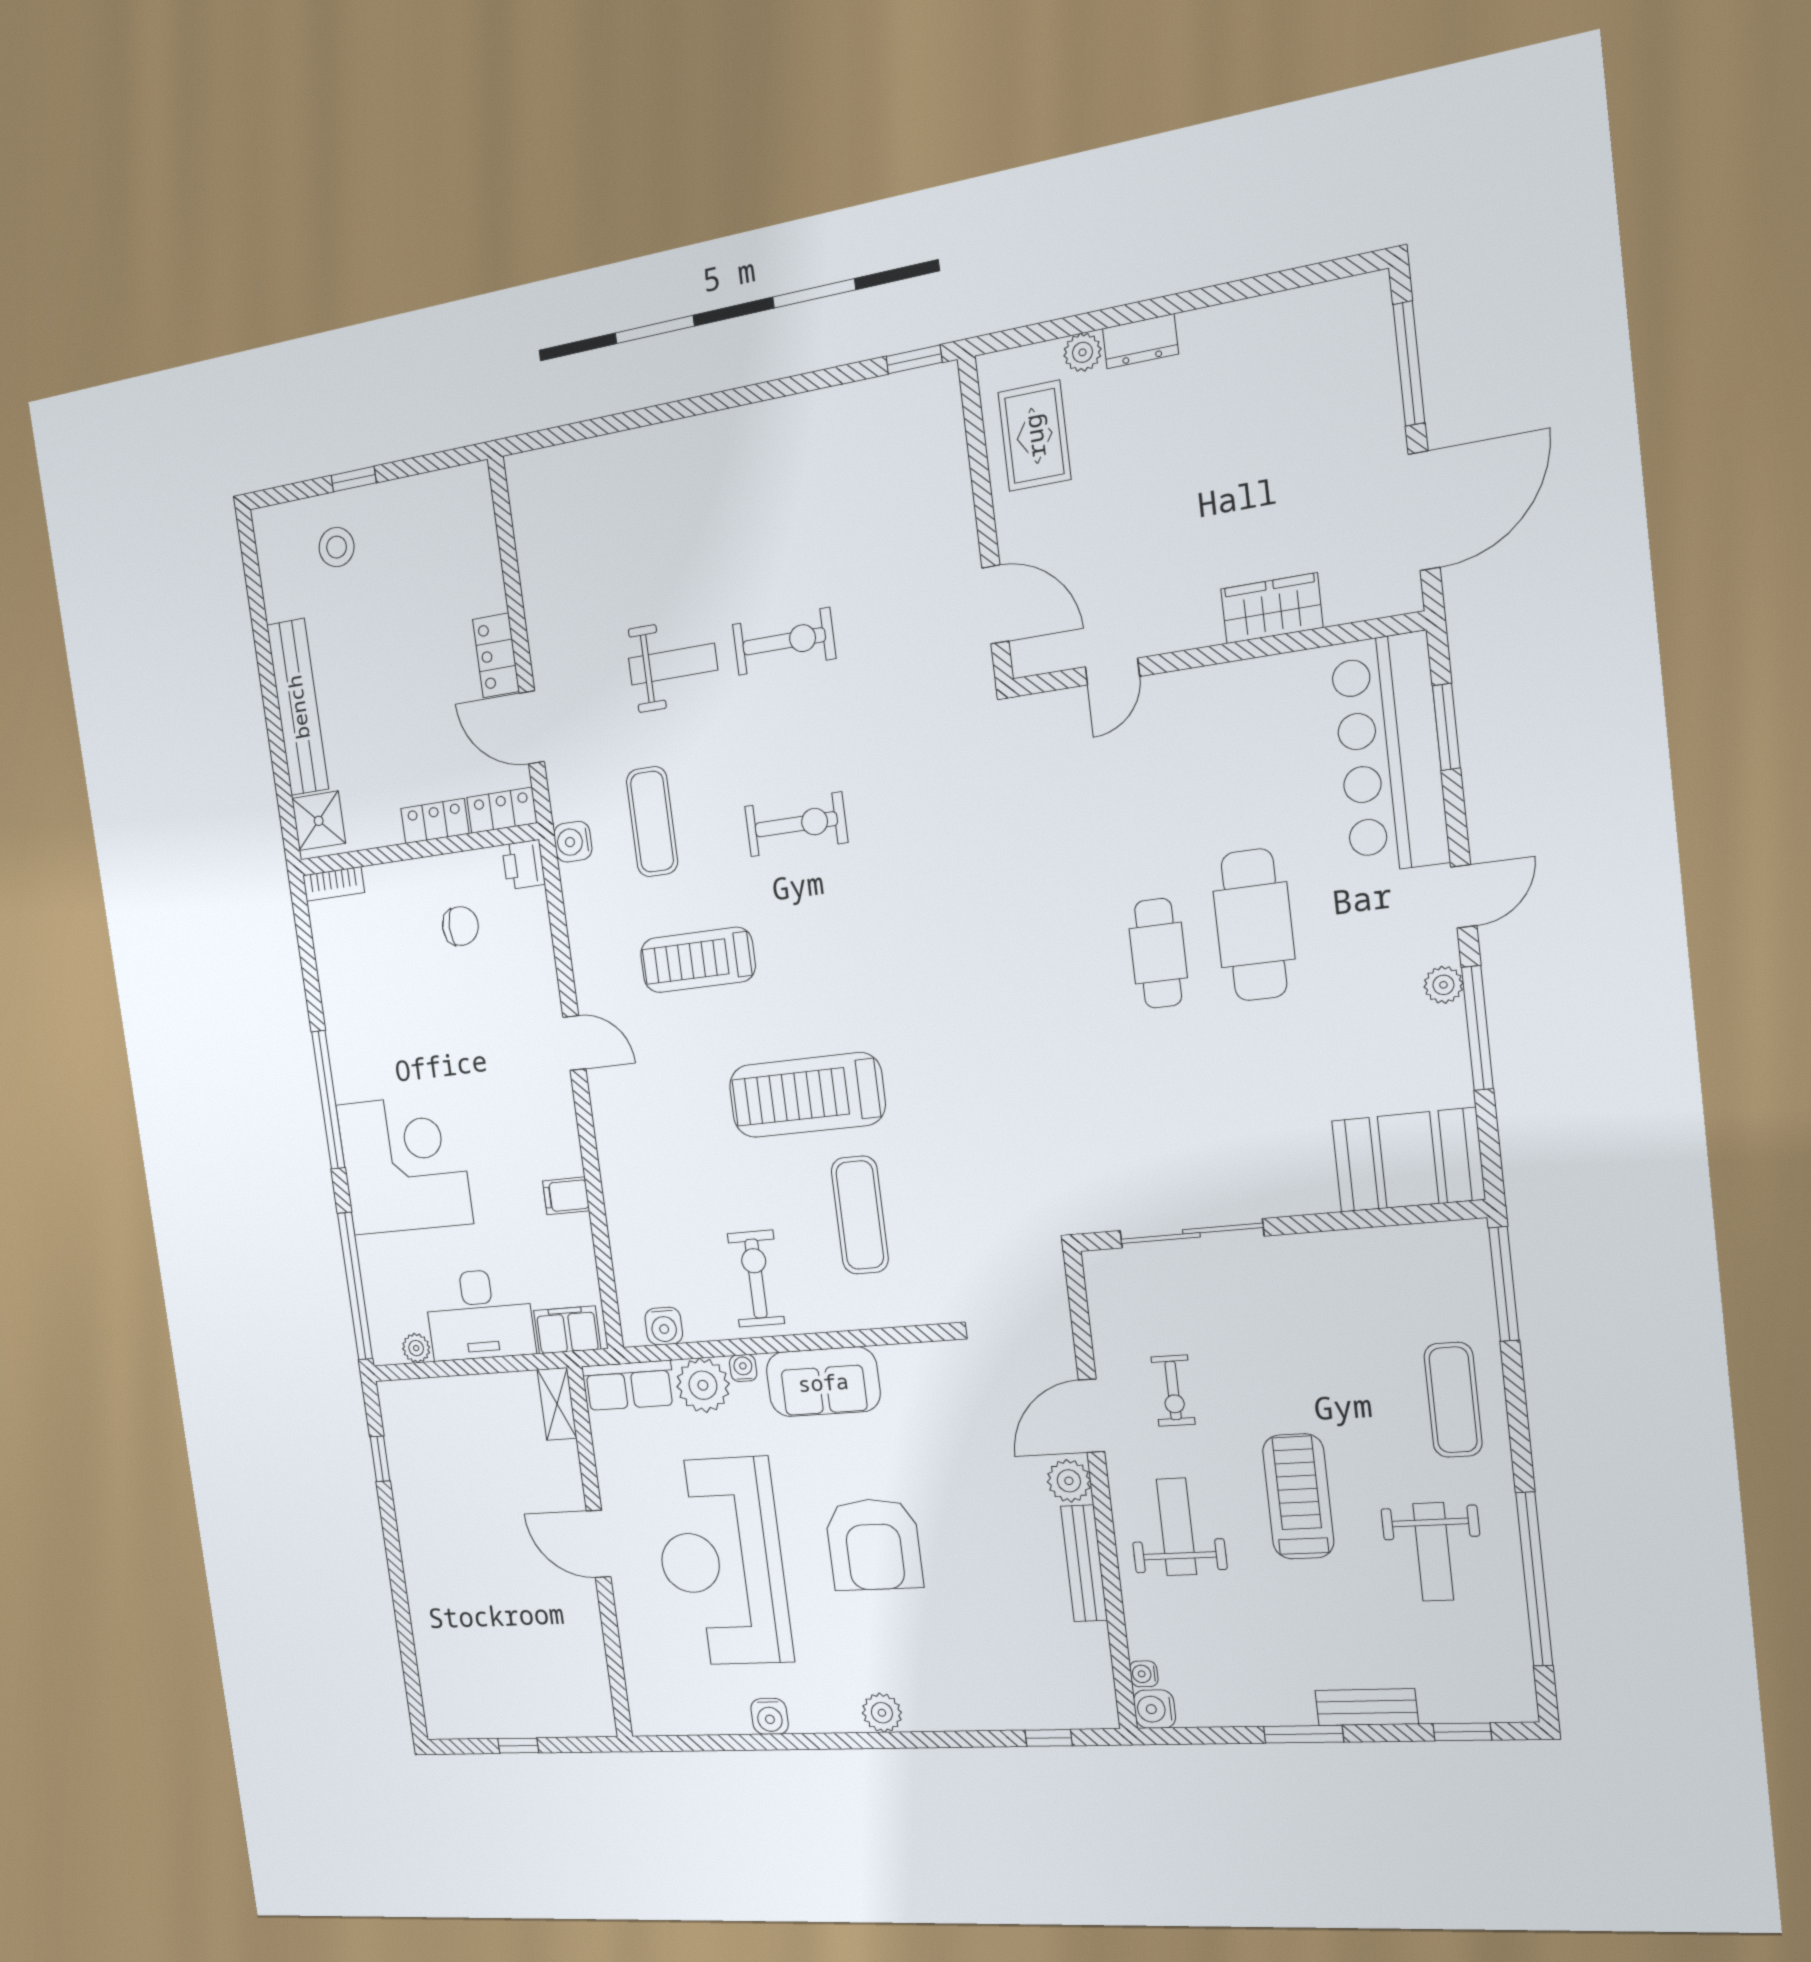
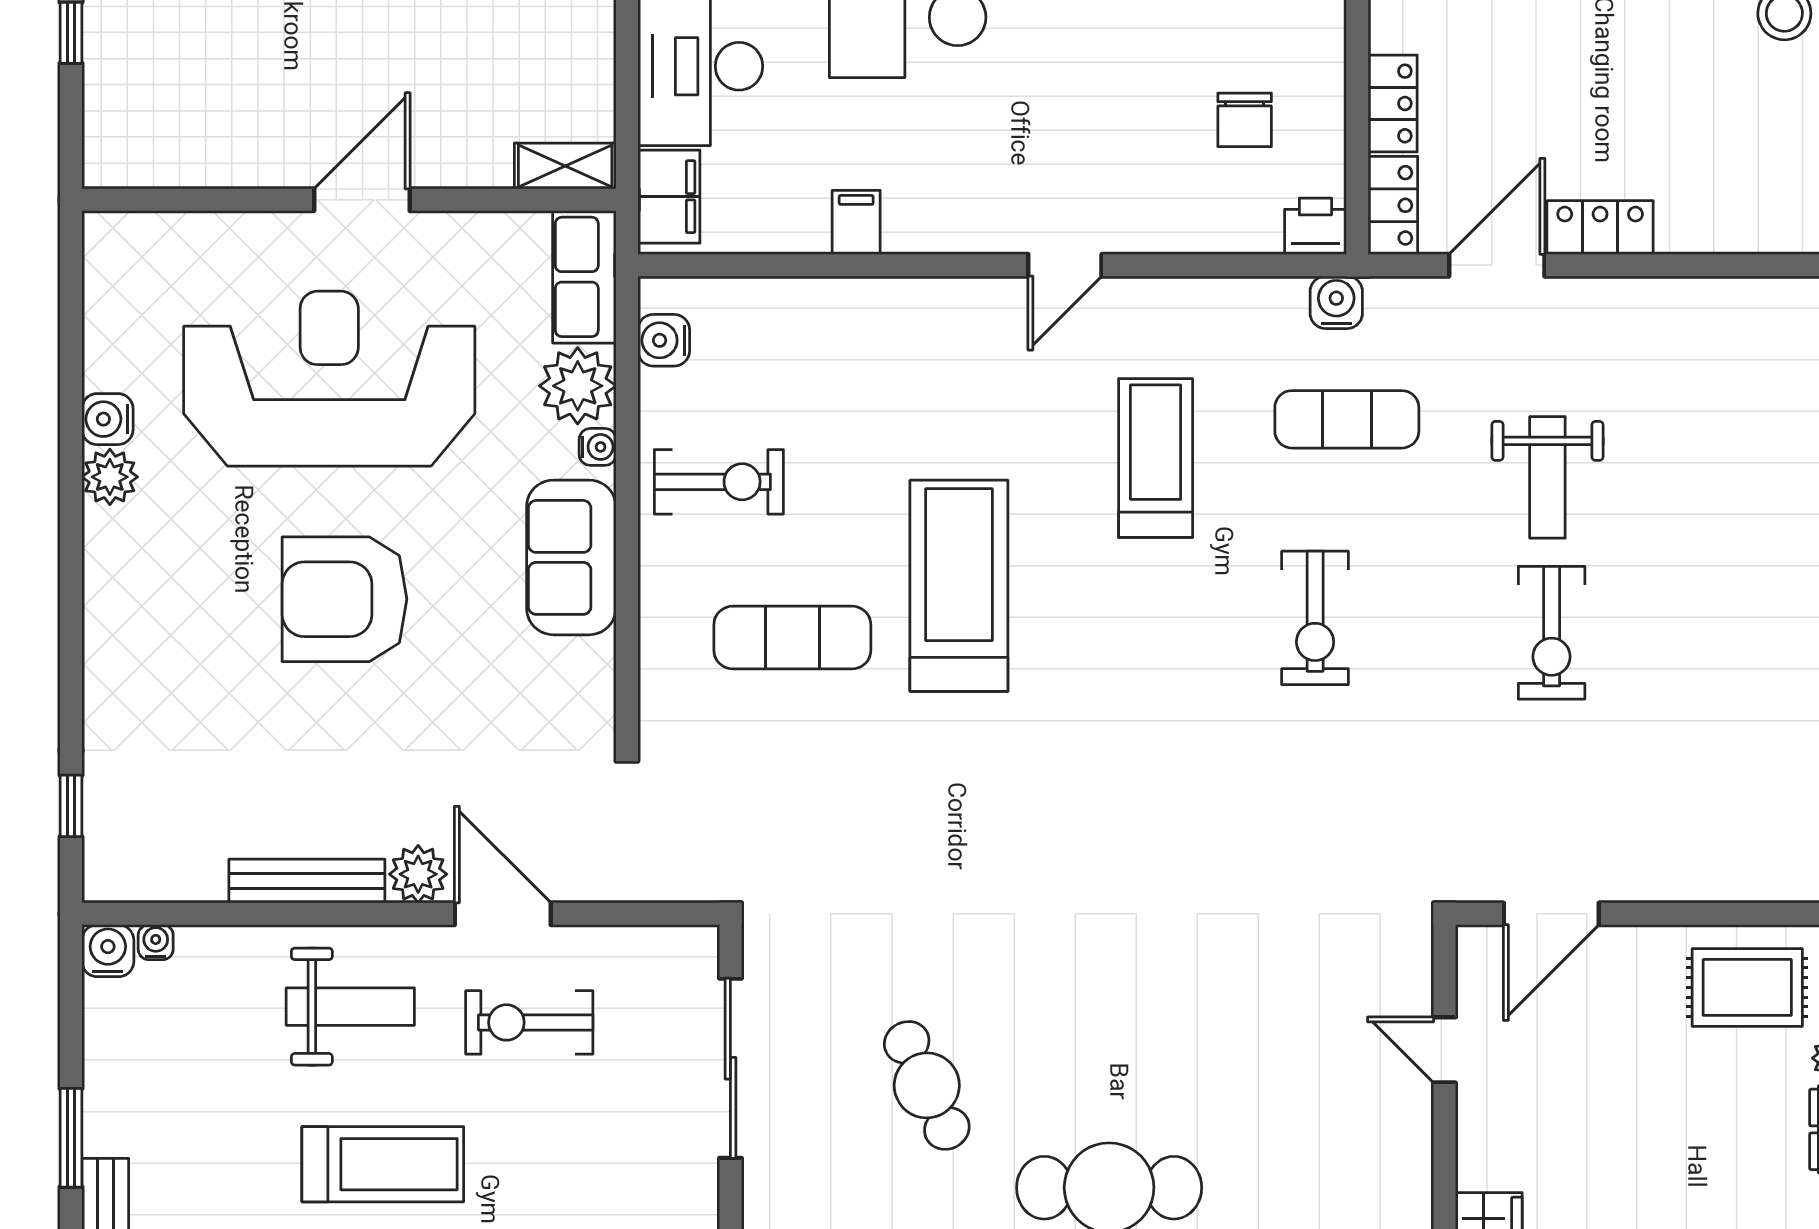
cafe table: (1158, 953) -> (927, 1085), moved, turned 65
exercise bike: (1173, 1391) -> (529, 1022), width x1.38, depth x1.39
plant: (882, 1713) -> (110, 477), moved

